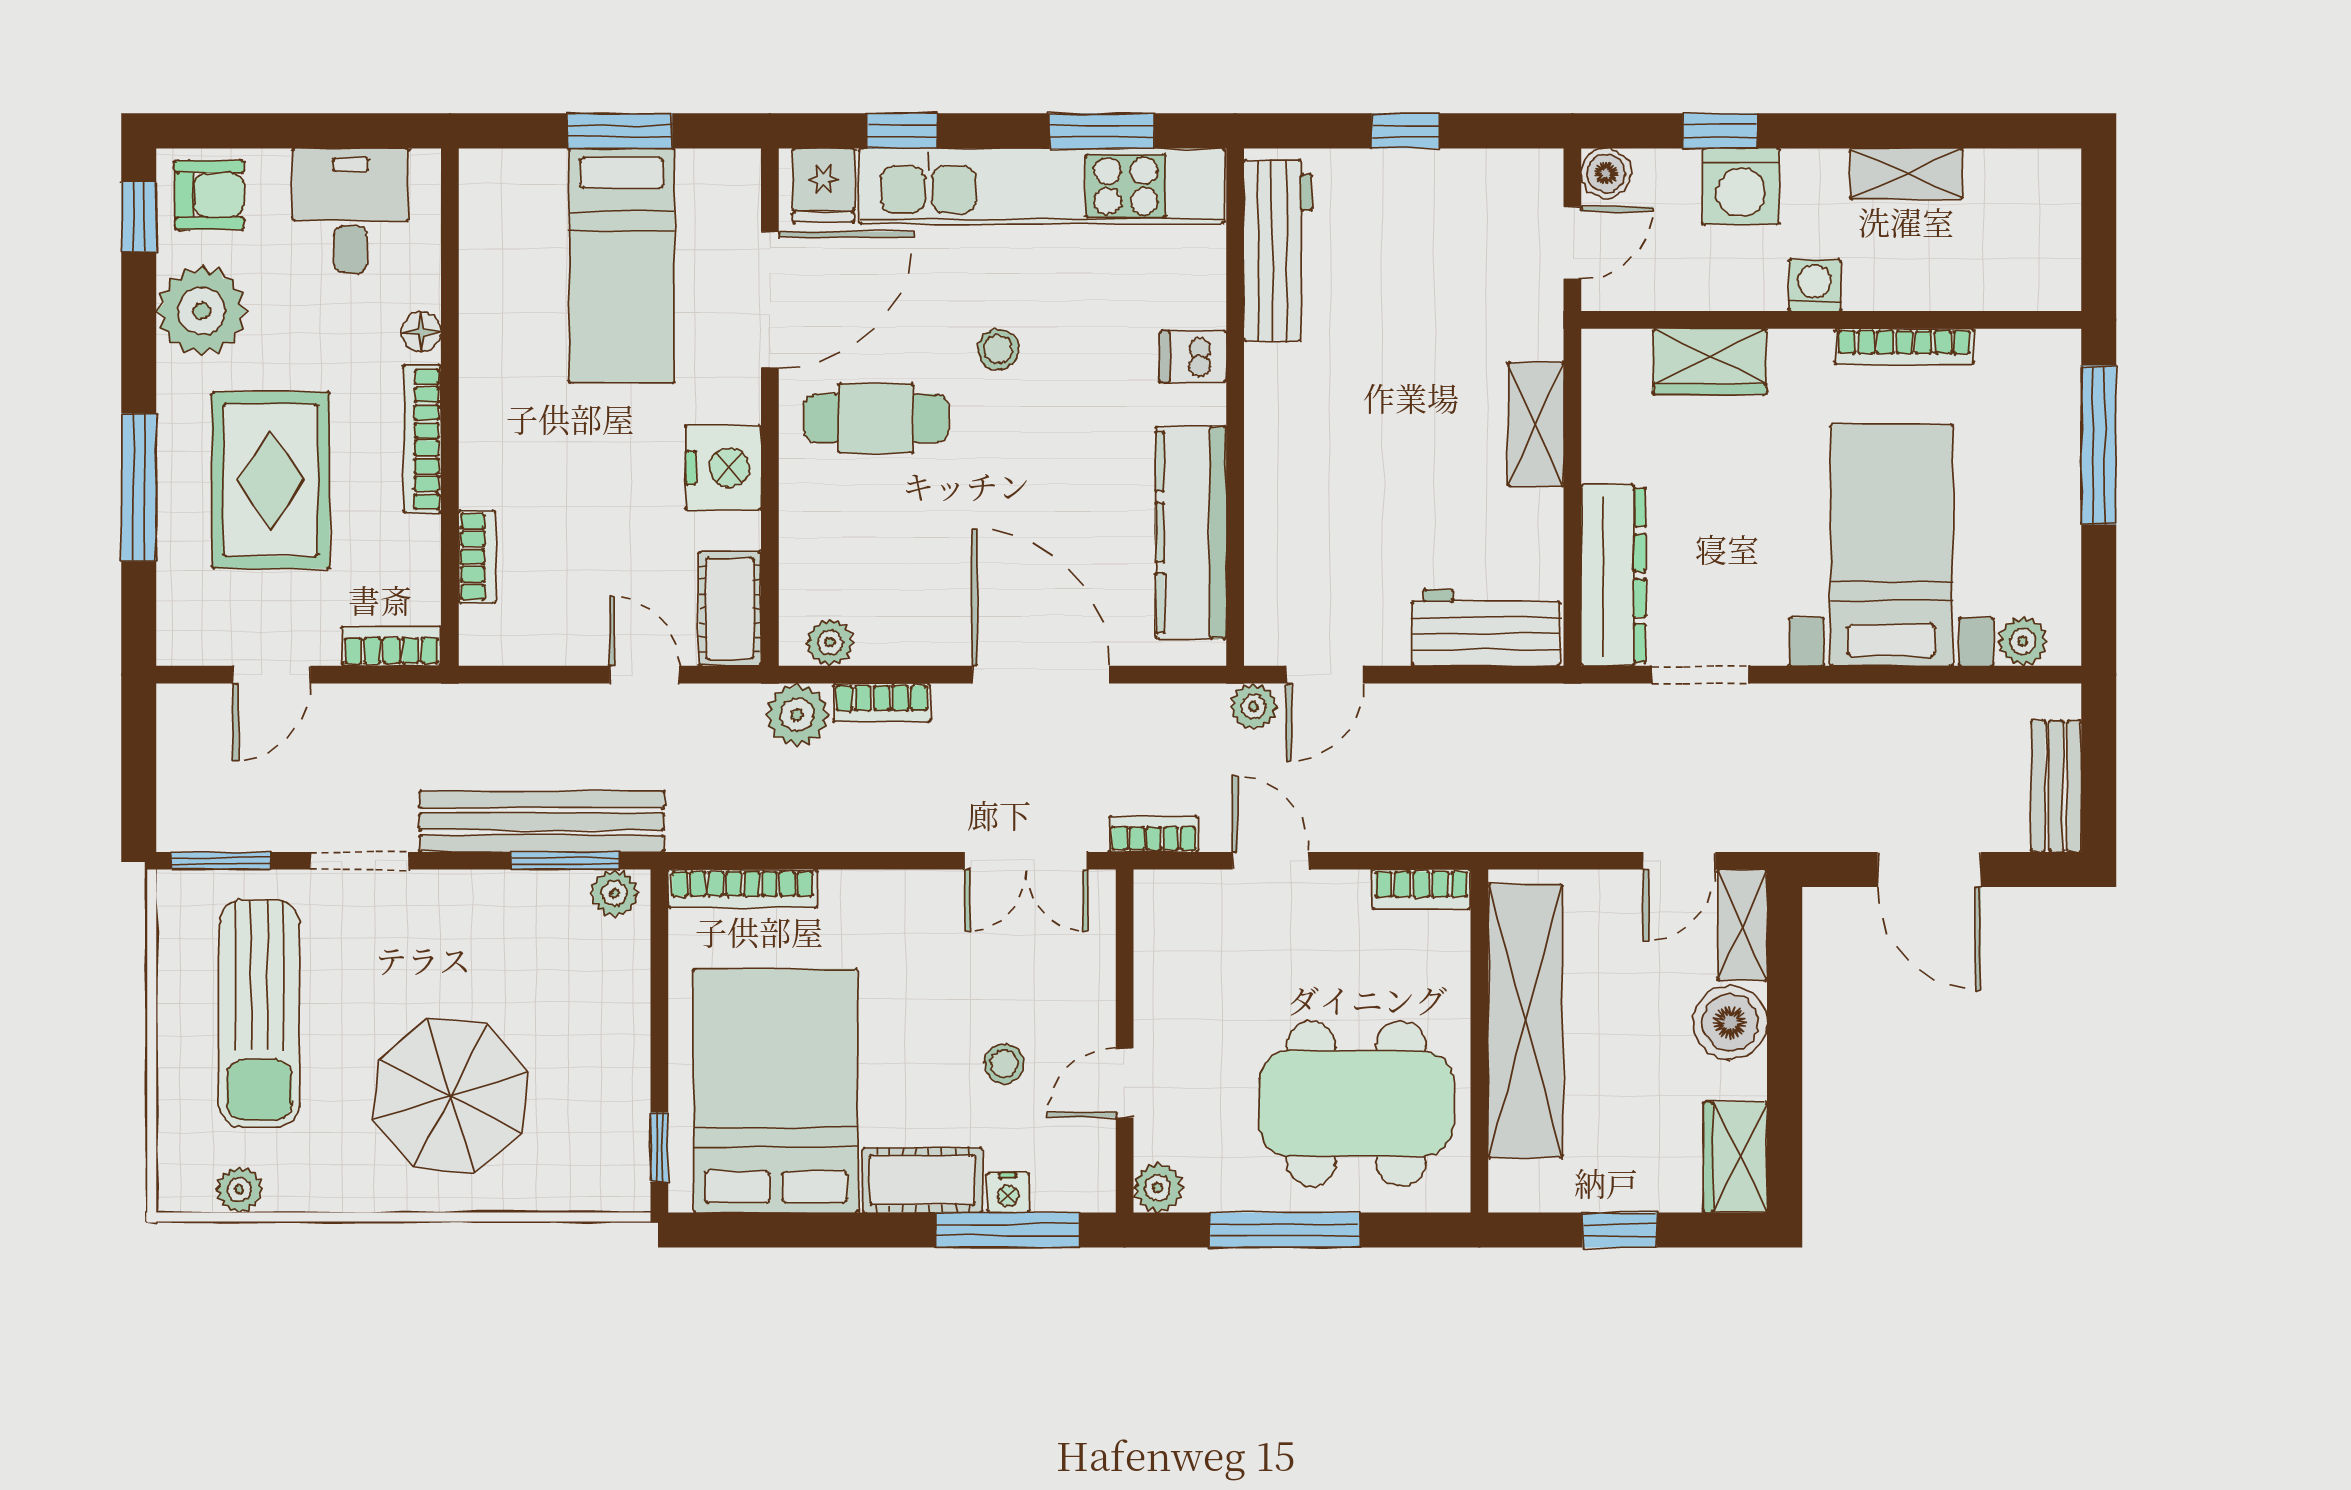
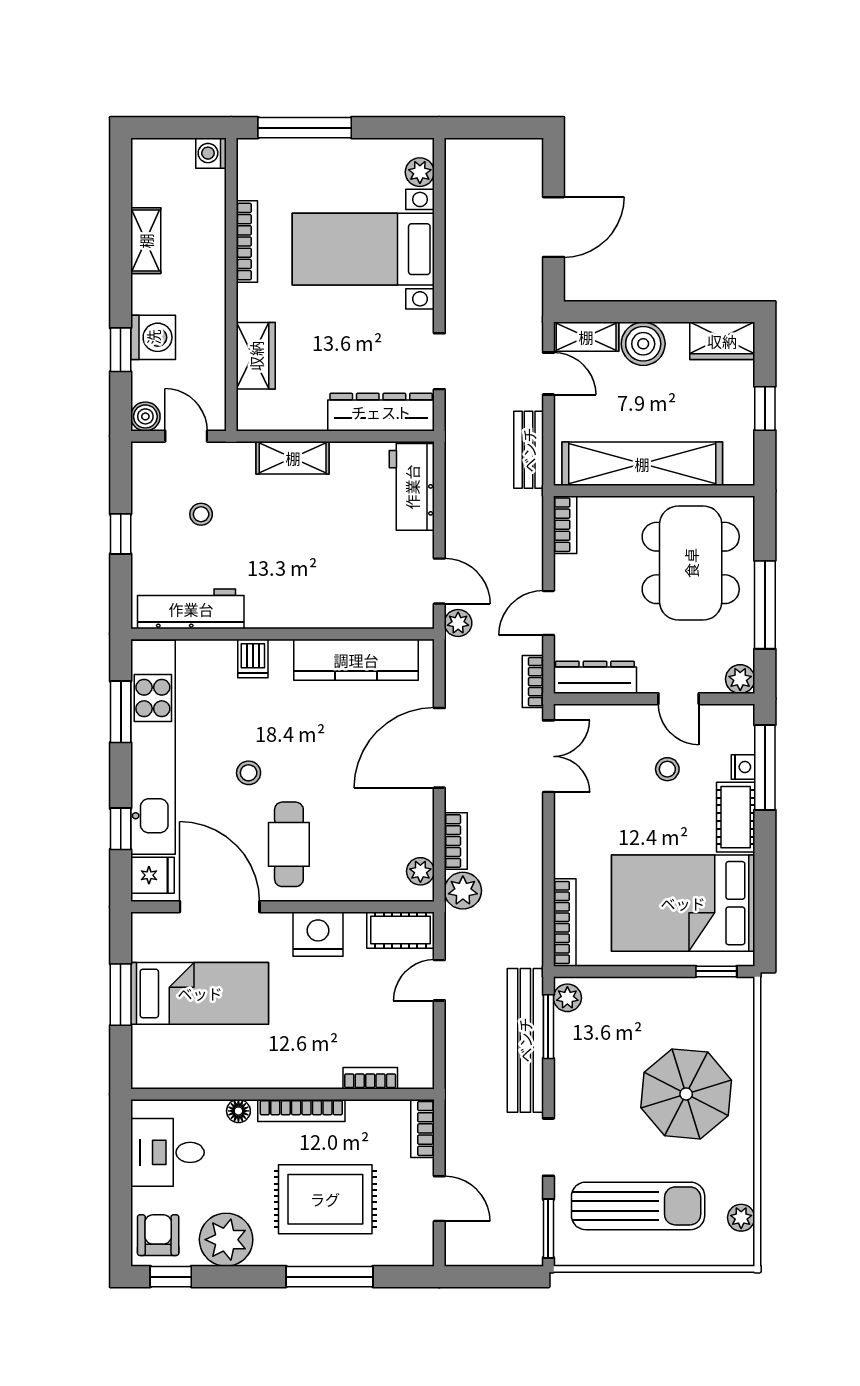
stool: (1439, 268) -> (201, 514), added
washing machine: (1815, 285) -> (211, 153), moved
bench: (2056, 786) -> (529, 450), moved, turned 90
dresser: (1161, 940) -> (595, 677), added

